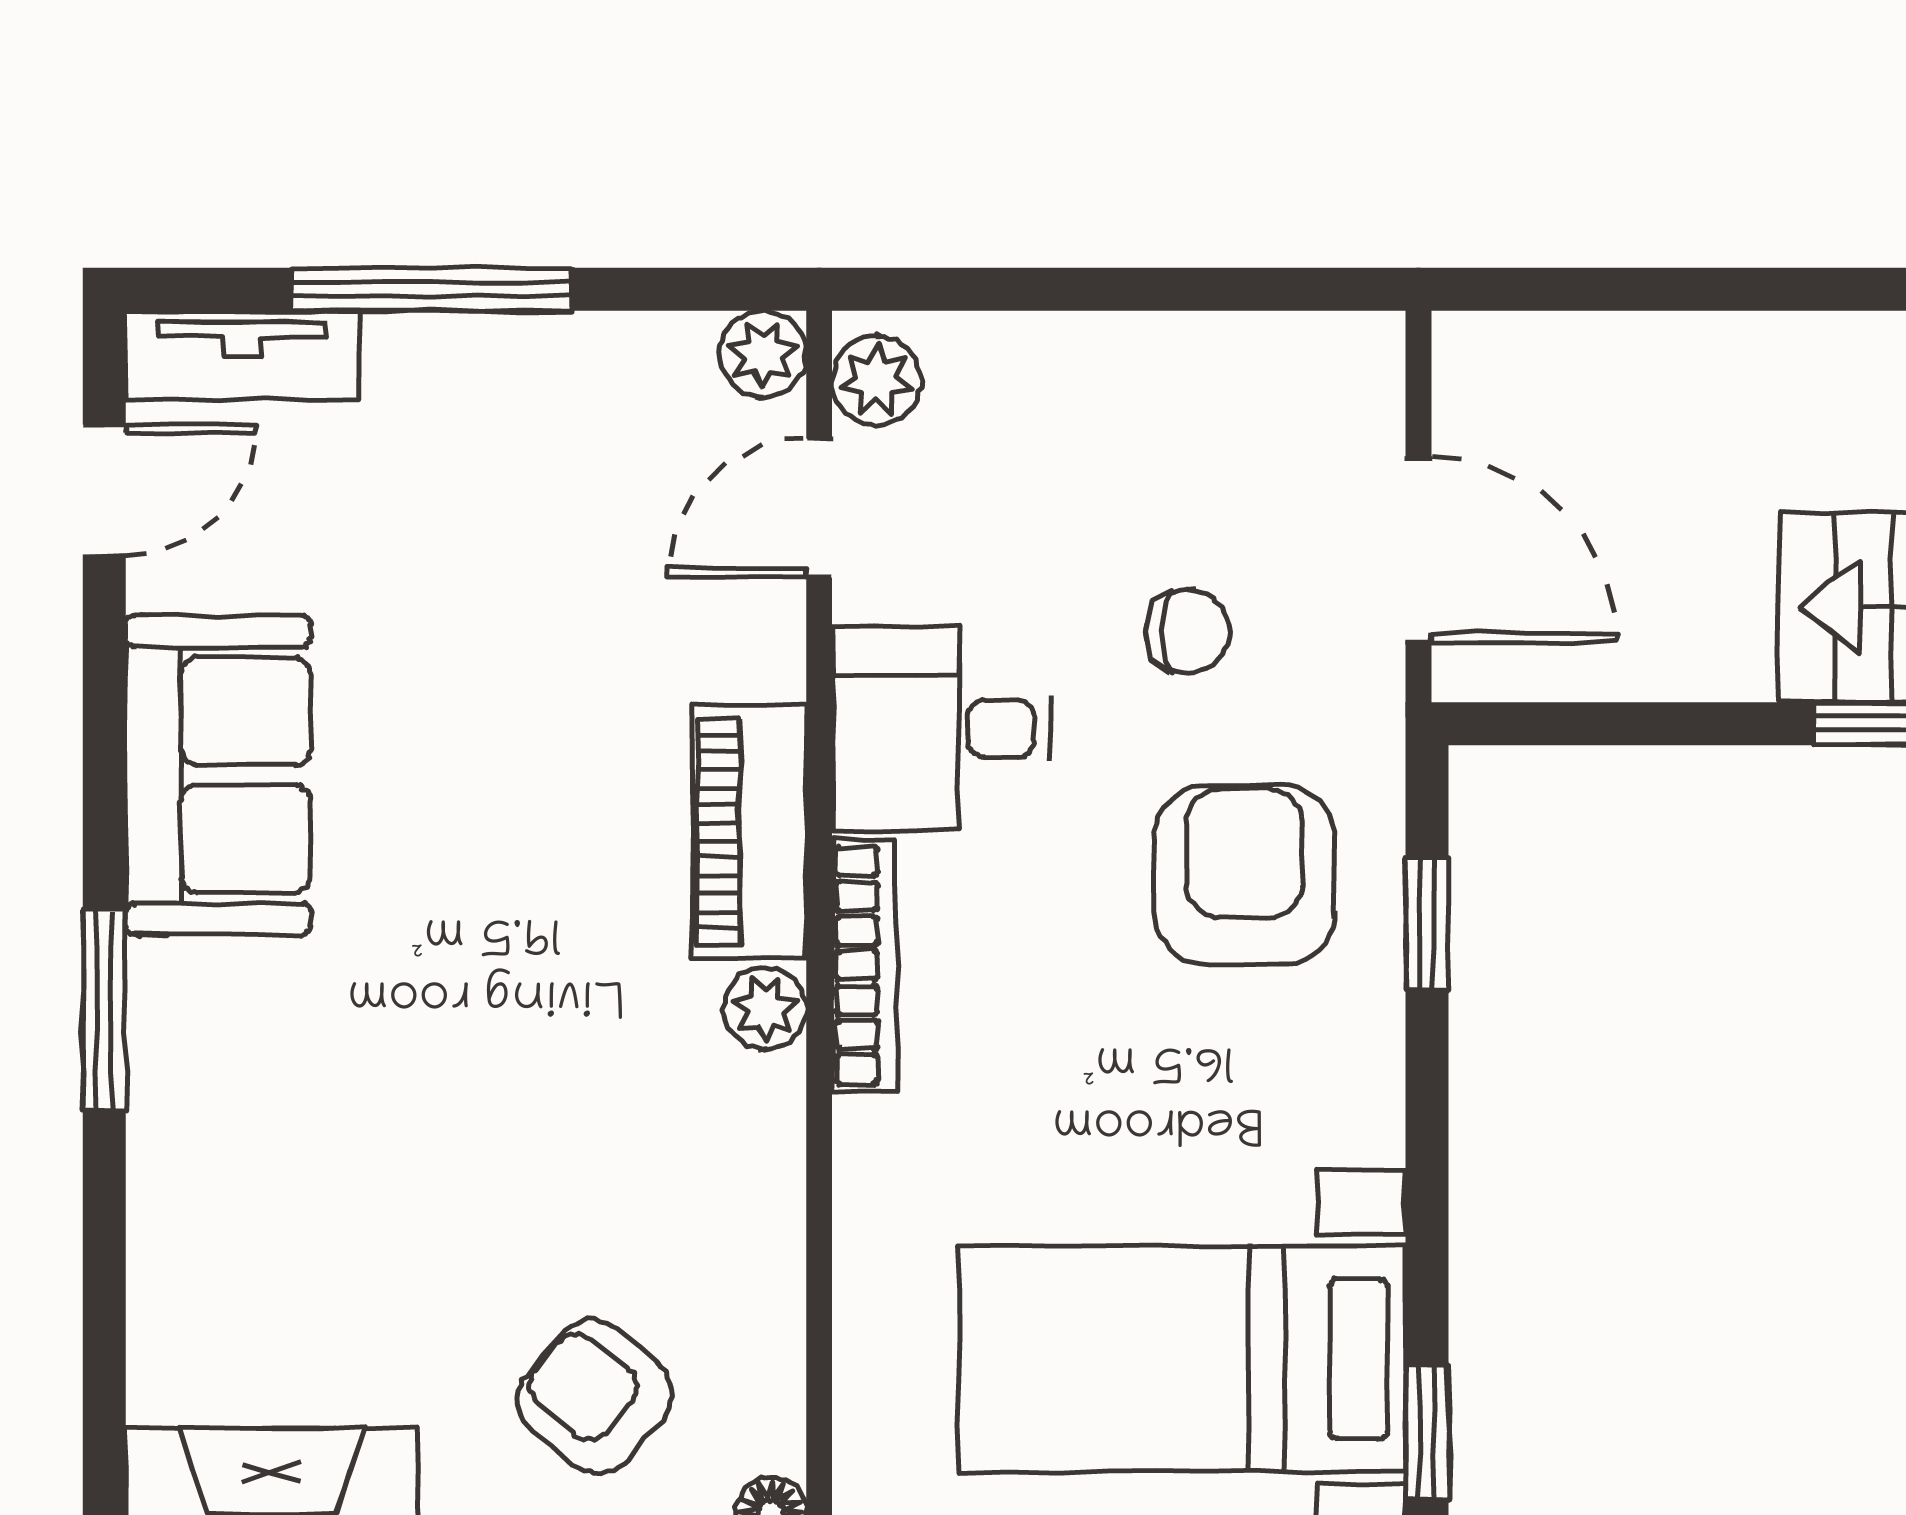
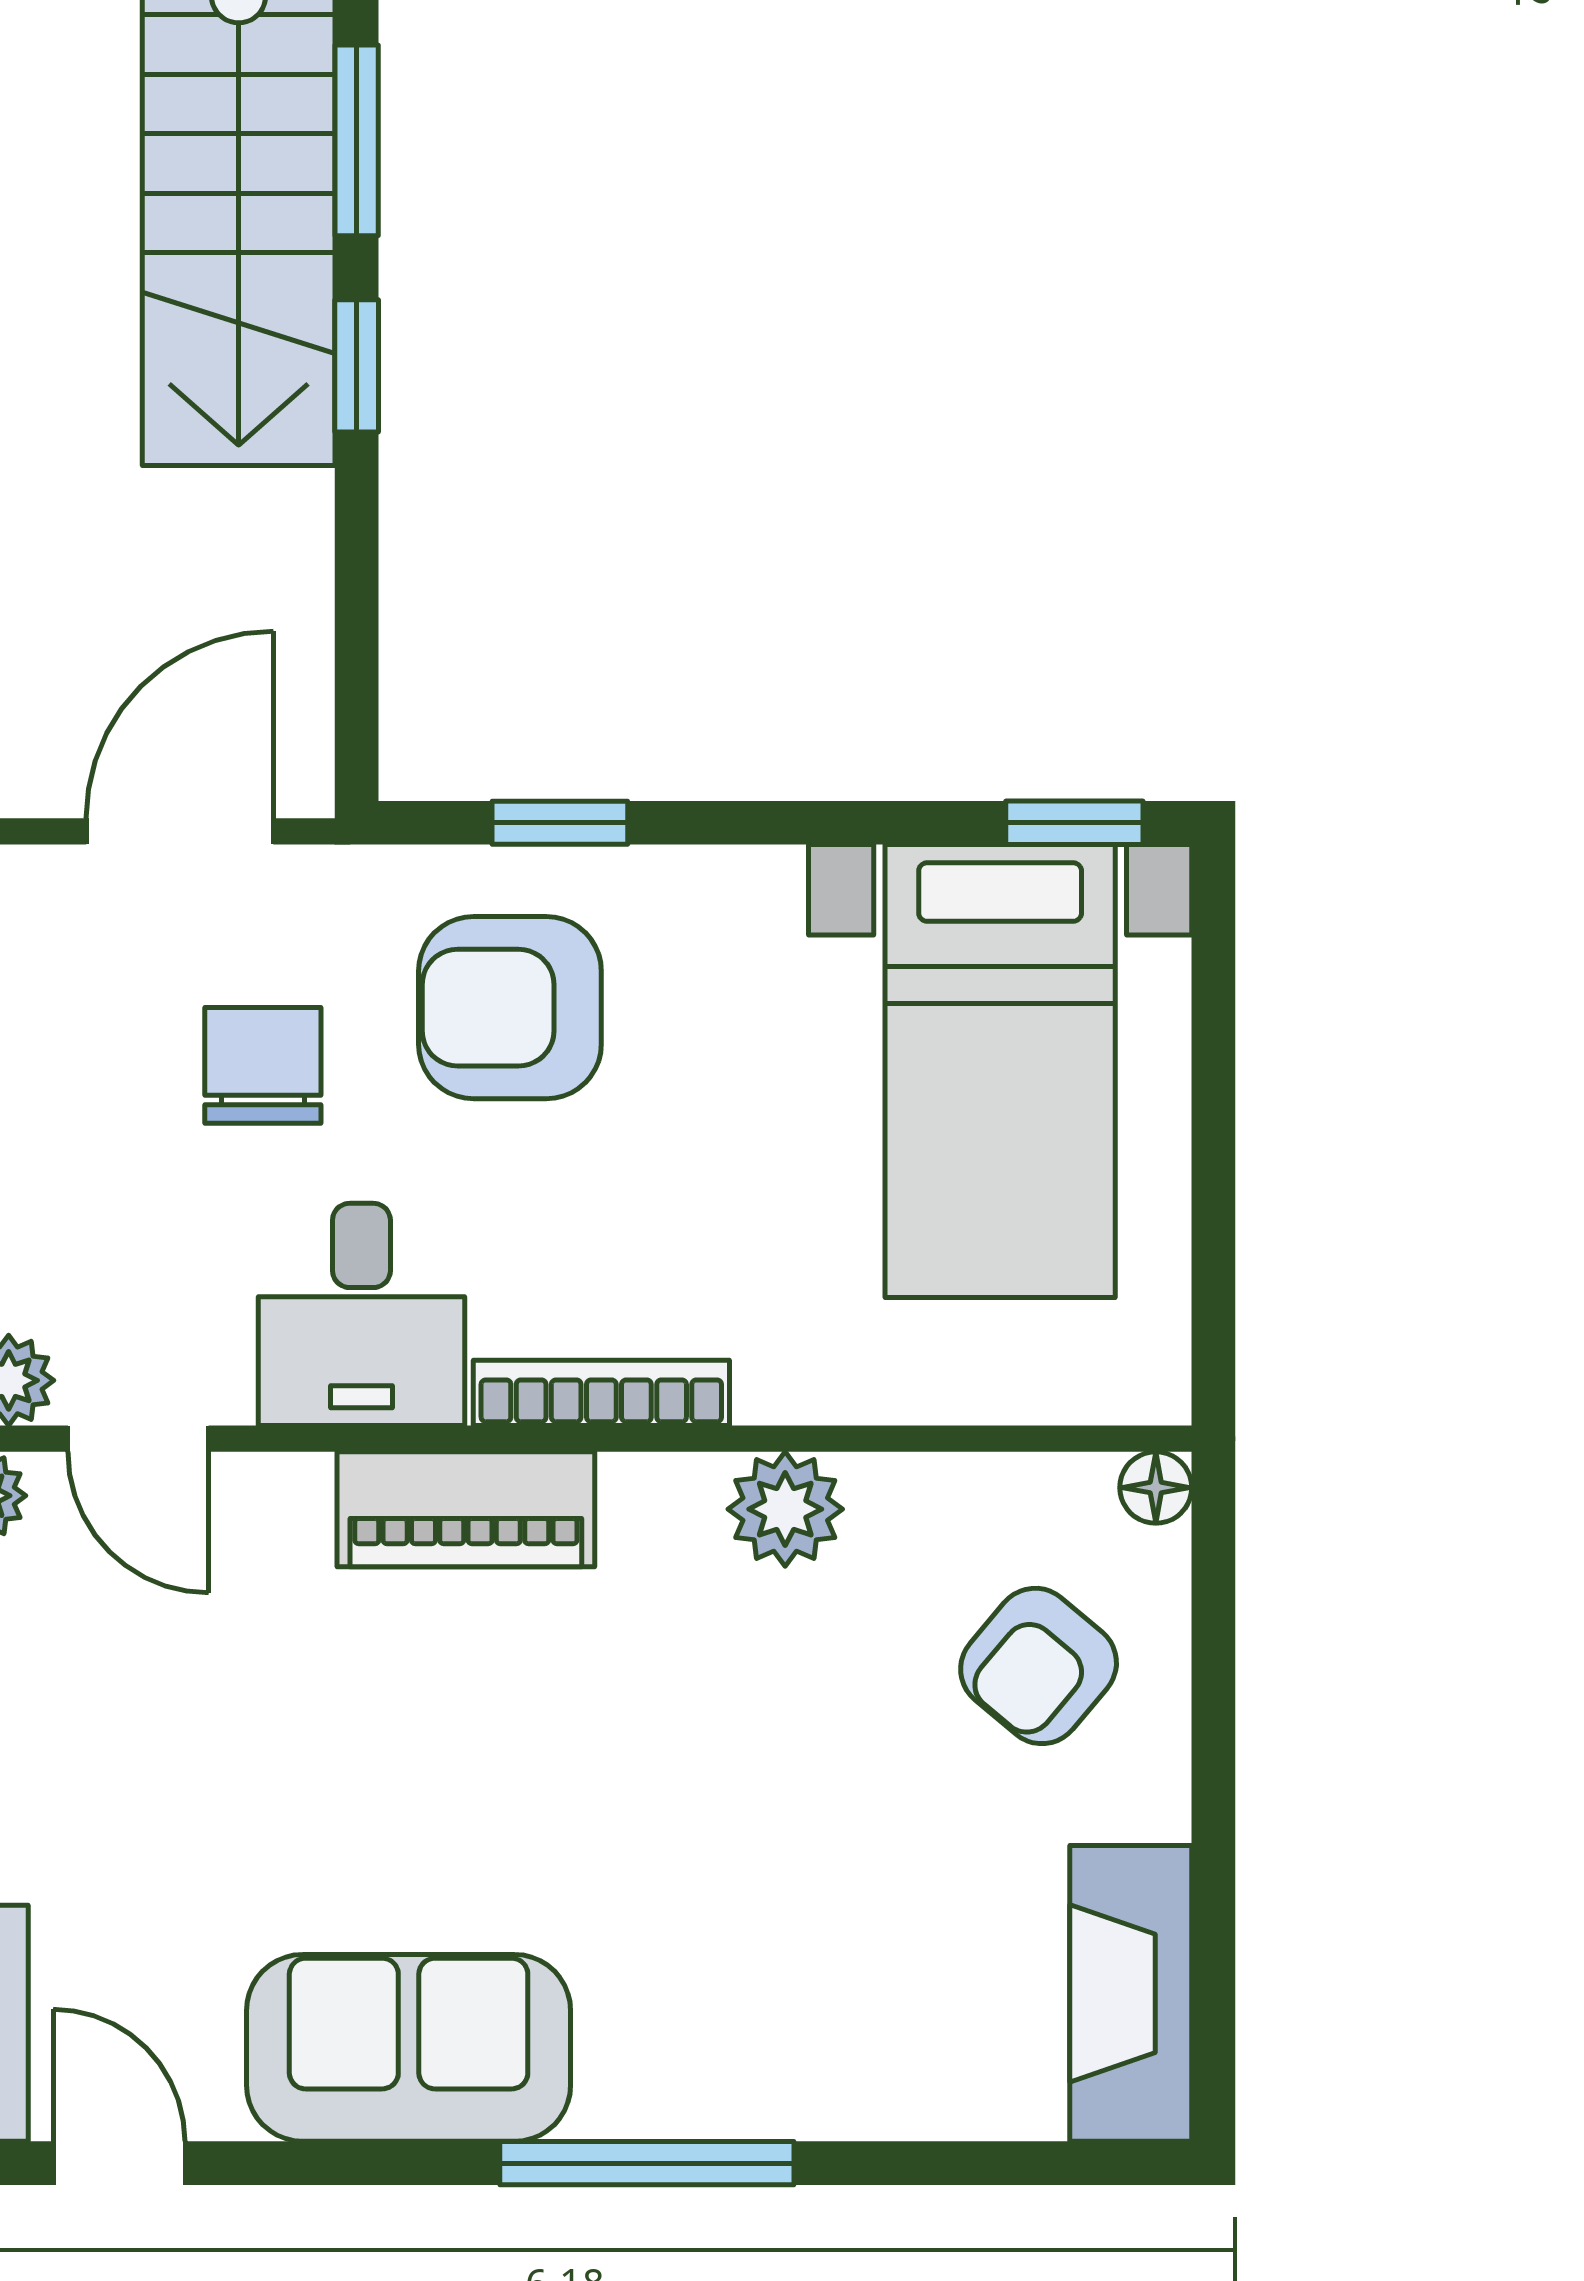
chair: (1188, 631) -> (263, 1065), width x1.37, depth x1.37
plant: (765, 1008) -> (785, 1509), moved, width x1.38, depth x1.38
window: (104, 1010) -> (647, 2163), width x1.44

